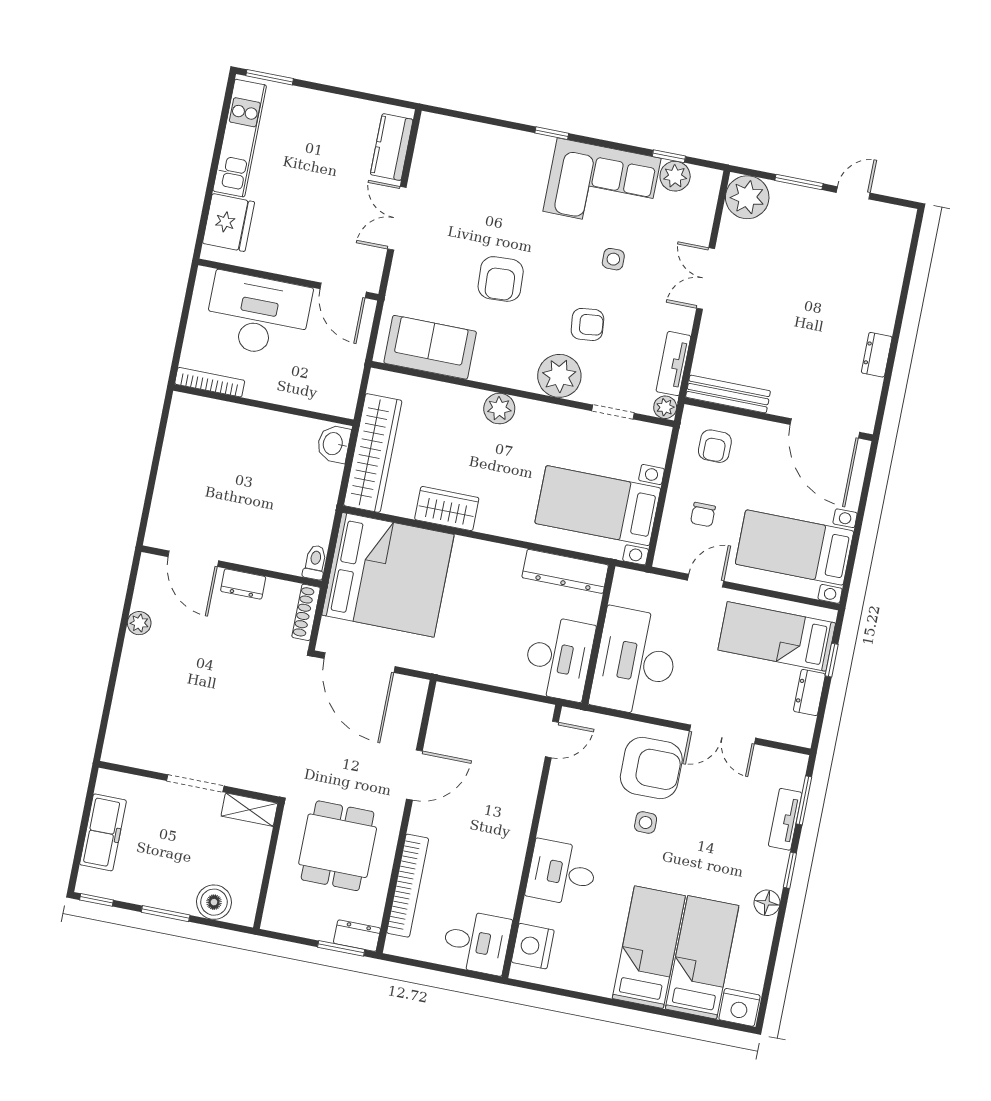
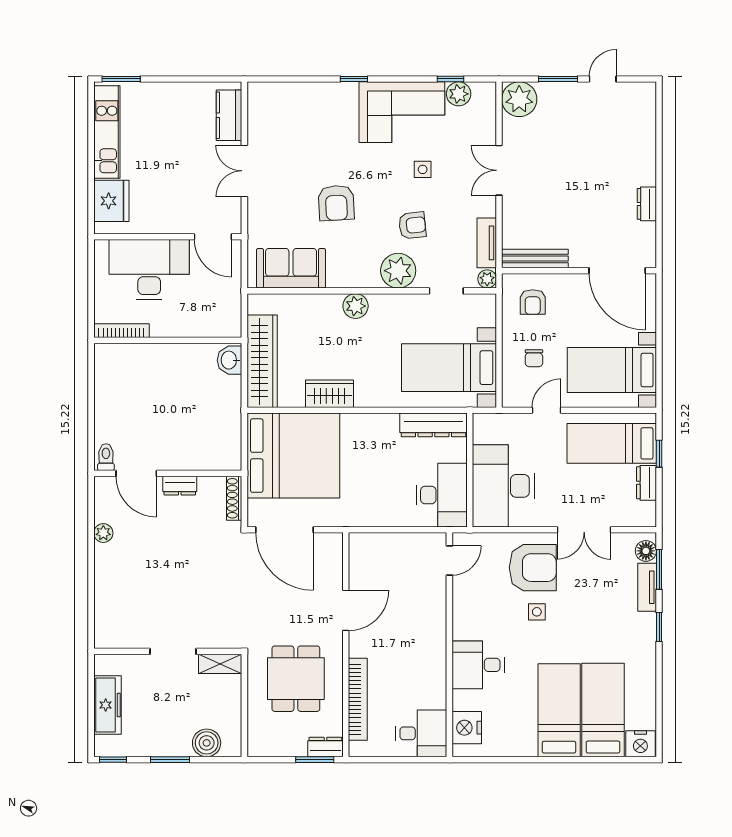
toilet: (315, 562) -> (106, 457), moved
floor lamp: (767, 903) -> (646, 551), moved

